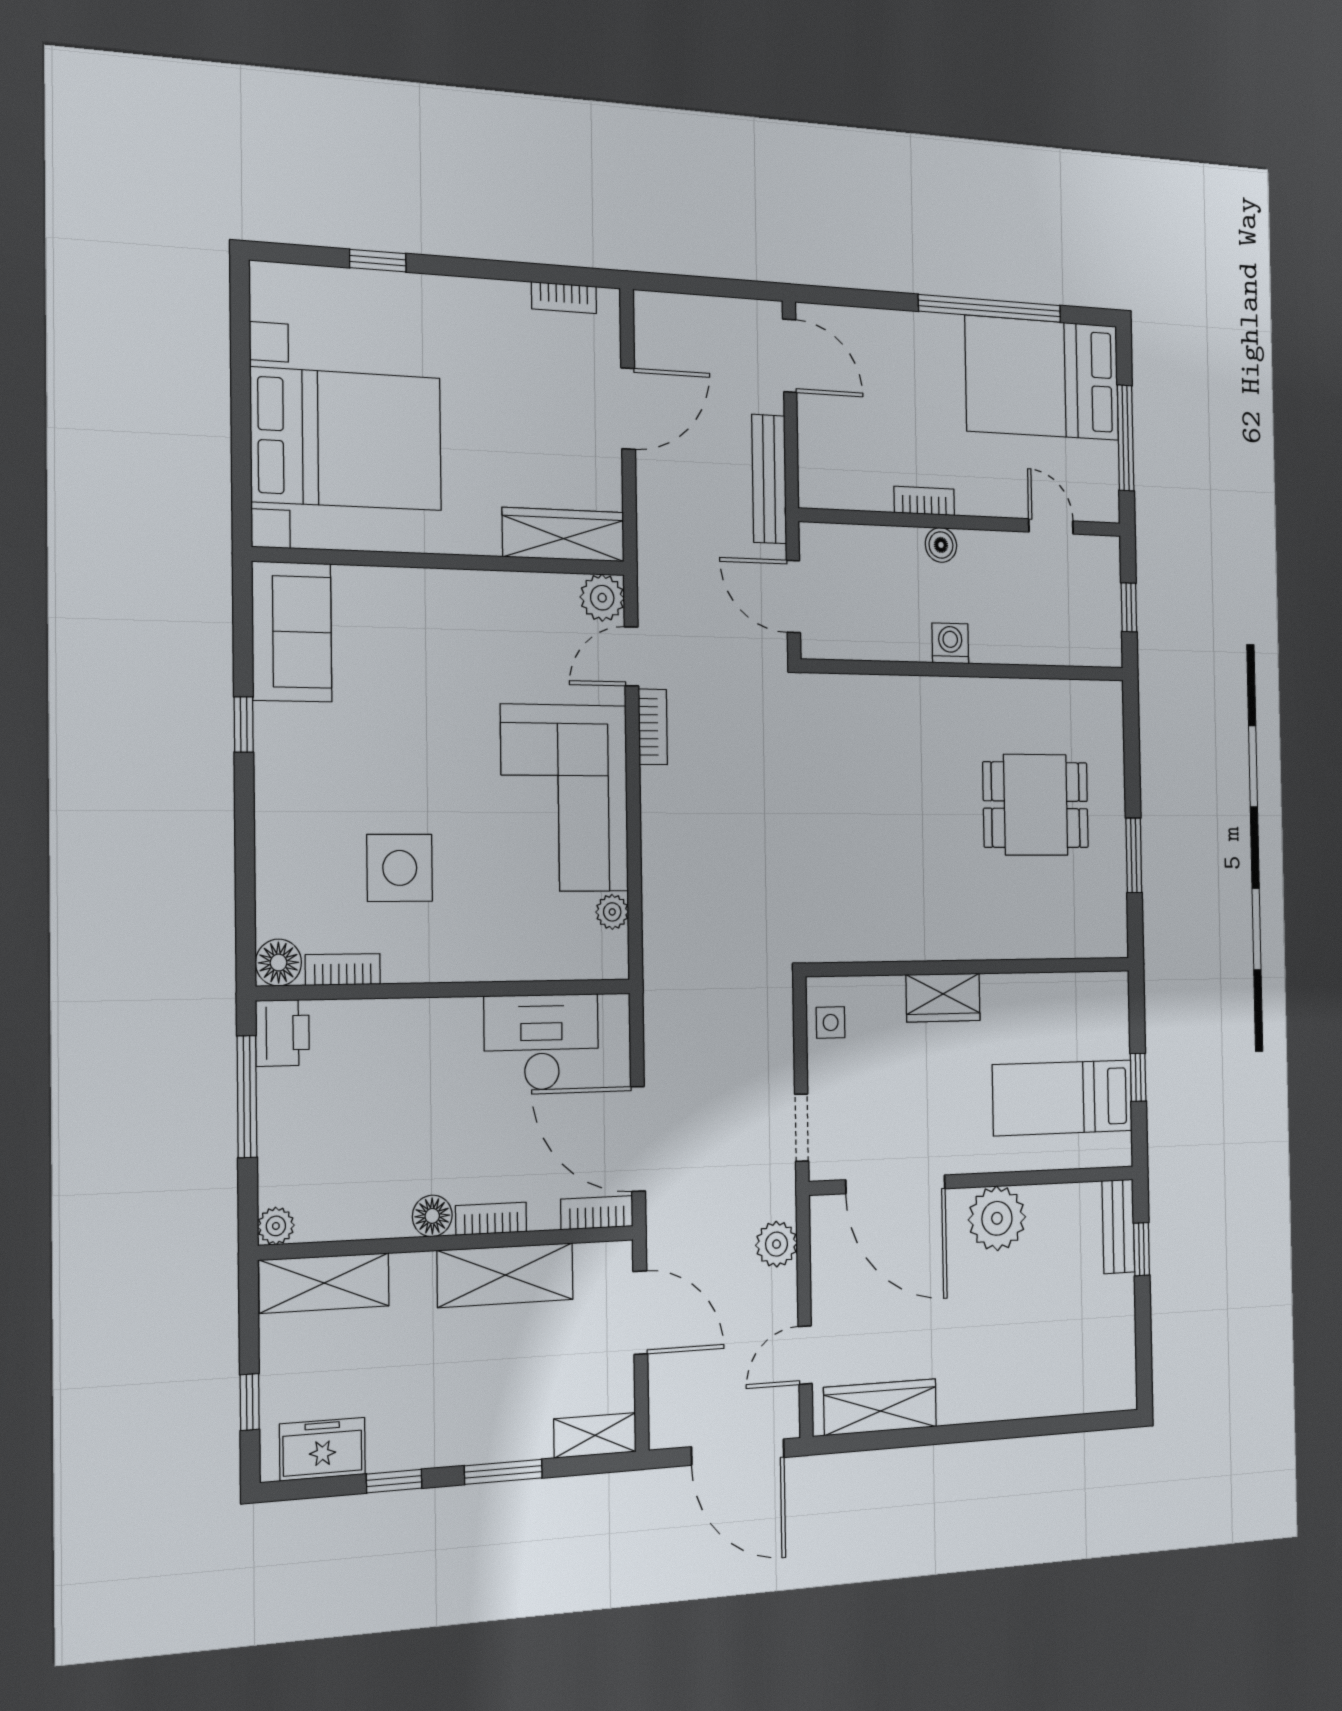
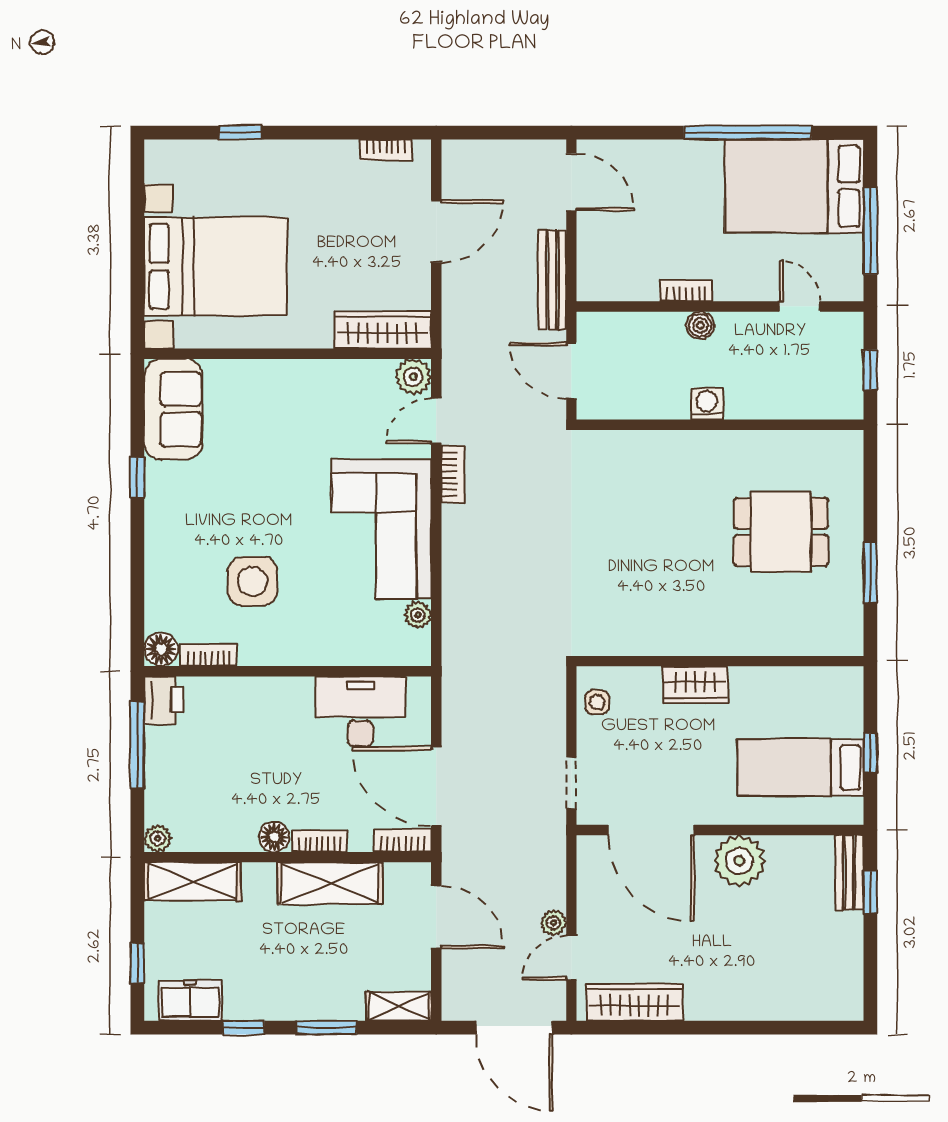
plant: (777, 1244) -> (554, 923), moved, width x0.73, depth x0.73

